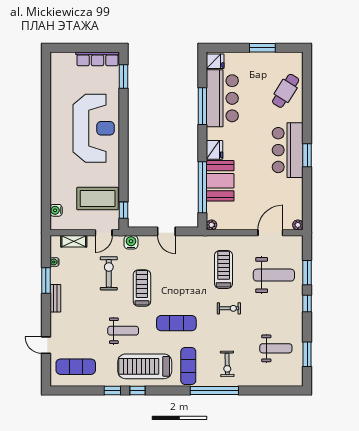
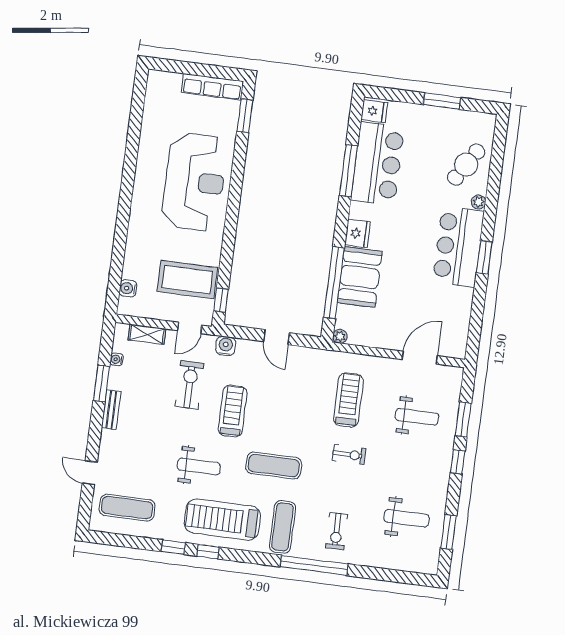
plant: (298, 225) -> (478, 202), moved
weight bench: (274, 275) -> (417, 417), width x0.73, depth x0.75

